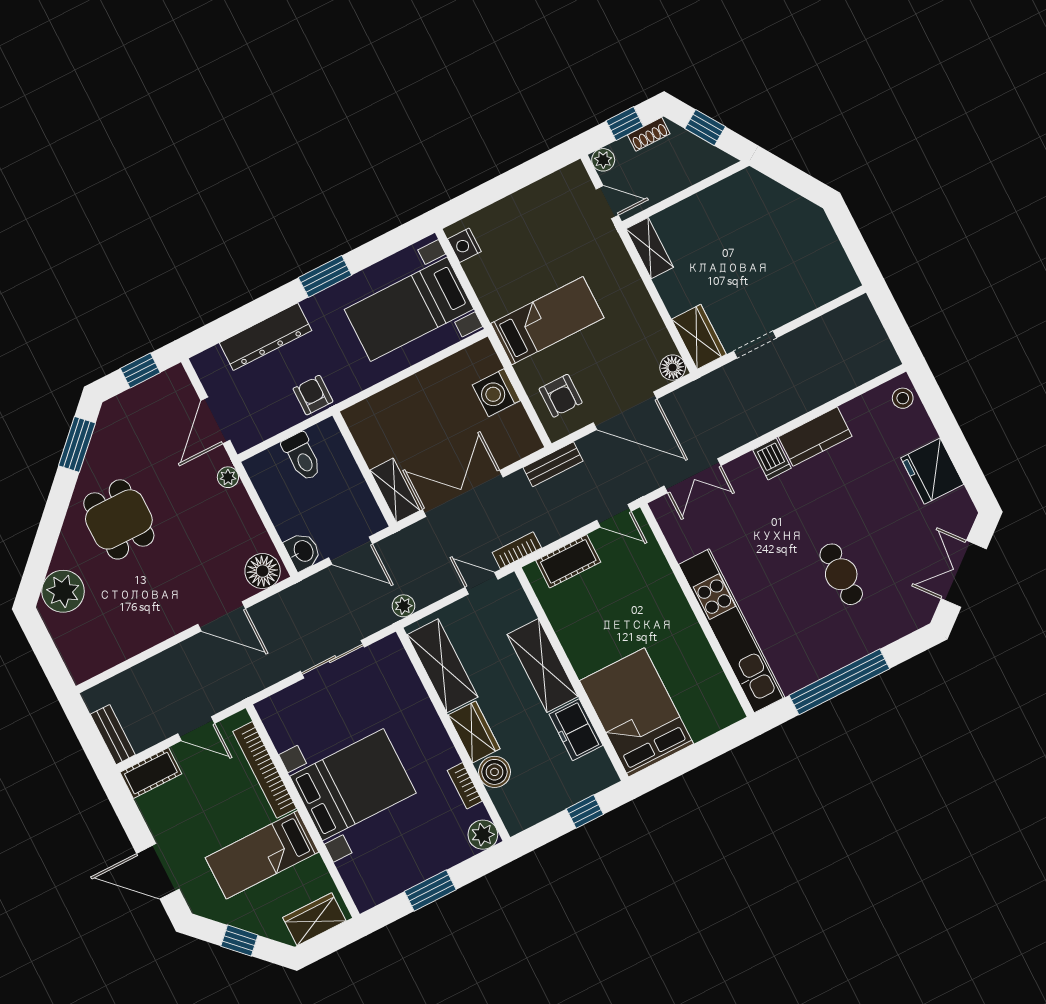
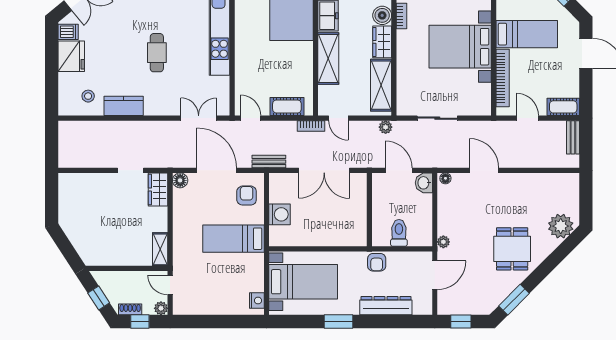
stool: (903, 398) -> (88, 96), moved
dishwasher: (772, 459) -> (68, 32), moved, turned 90
shelving: (395, 490) -> (359, 190), removed
floor lamp: (263, 571) -> (445, 178), width x0.53, depth x0.53
cafe table: (841, 574) -> (157, 53), moved

